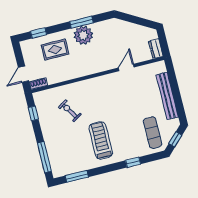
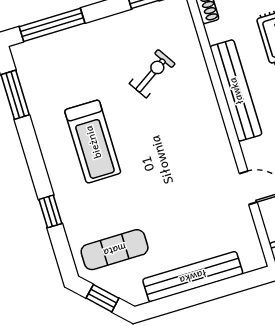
bench: (80, 71) -> (236, 91), added
treadmill: (101, 141) -> (93, 142), turned 90

